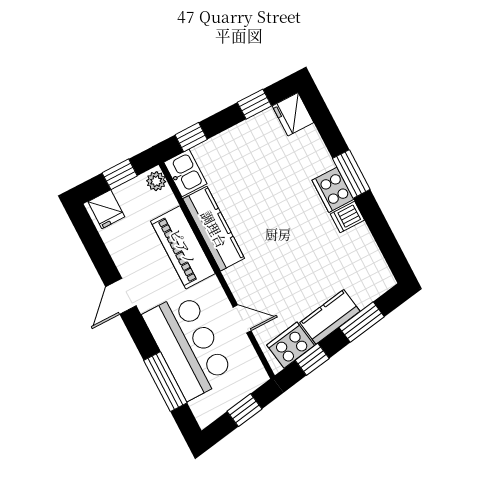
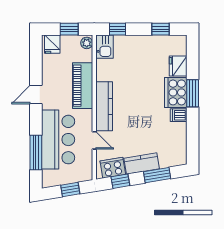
fridge: (293, 114) -> (178, 66), moved
cooker: (333, 190) -> (176, 92), width x1.37, depth x1.31
kitchen counter: (214, 229) -> (104, 106), moved

